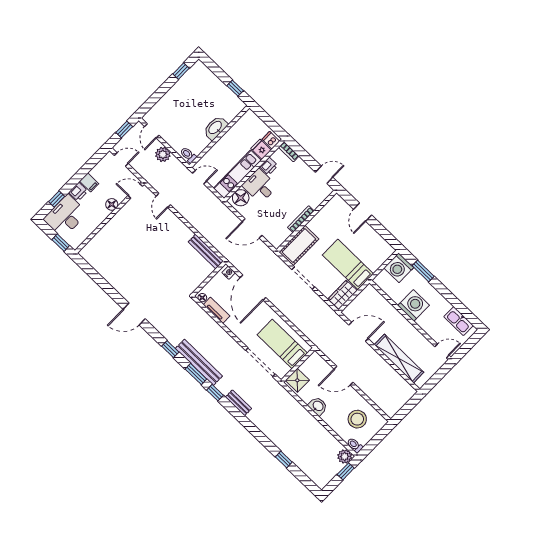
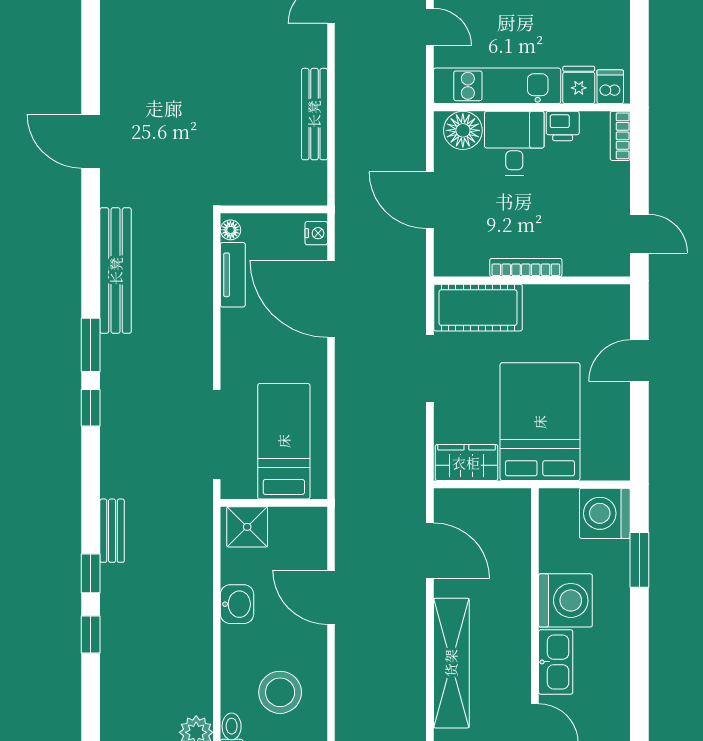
bench: (206, 251) -> (314, 114), moved
bed: (348, 264) -> (540, 422), width x1.50
door: (253, 288) -> (331, 299), hinge flipped
kitchen sink: (459, 321) -> (556, 662), moved, turned 180
window: (170, 349) -> (91, 573), moved
bench: (199, 362) -> (116, 271), moved
bench: (238, 403) -> (112, 531), moved

